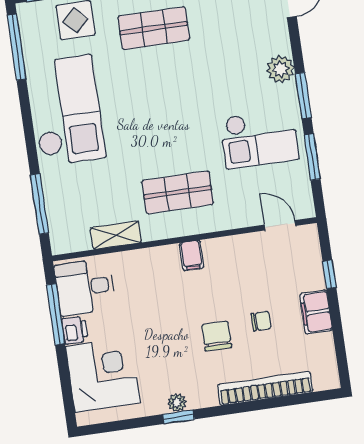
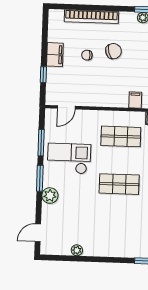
shop shelf: (154, 28) -> (119, 184), moved
door: (280, 225) -> (66, 107), hinge flipped
filing cabinet: (192, 255) -> (135, 100), moved
chair: (217, 336) -> (113, 51), turned -106

